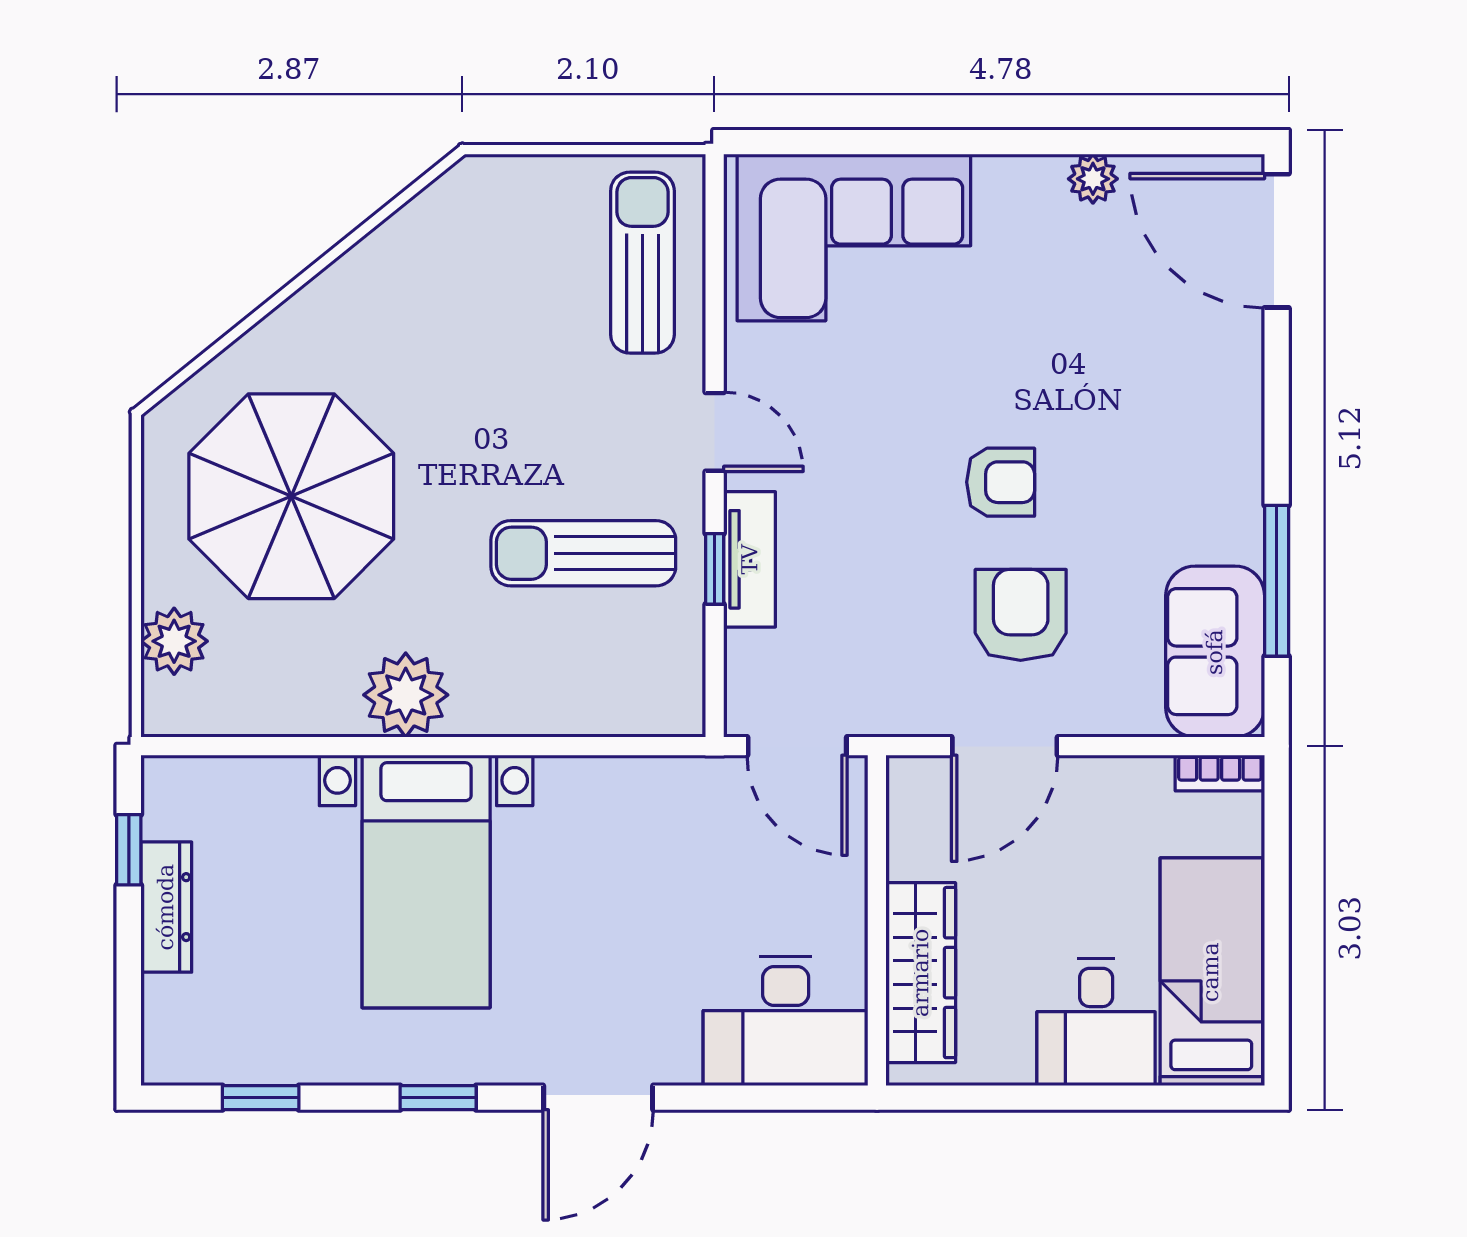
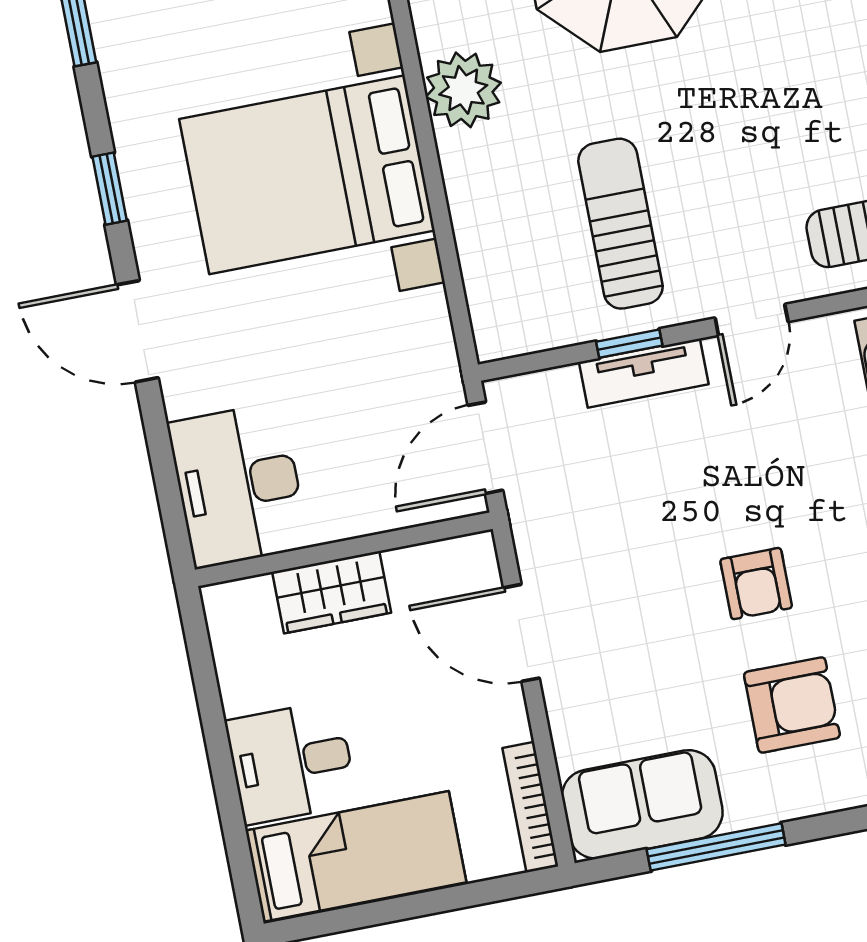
armchair: (1021, 615) -> (792, 705), moved
bookcase: (1220, 773) -> (530, 807), width x1.56
bed with nightstands: (426, 881) -> (307, 175), width x1.36
wardrobe: (921, 973) -> (332, 592), width x0.67

